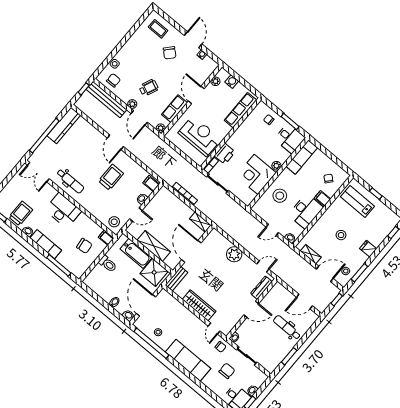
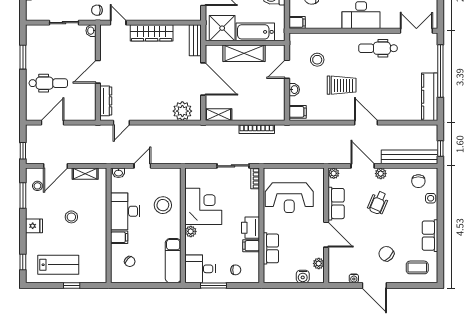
row of seats: (134, 42) -> (430, 236), added
row of seats: (240, 110) -> (271, 248), width x0.68
filing cabinet: (247, 126) -> (251, 246), added
printer: (225, 154) -> (250, 228), moved
trolley: (111, 177) -> (342, 85), turned -90
lab bench: (357, 202) -> (58, 265), moved
stool: (114, 222) -> (317, 60), moved
plant: (234, 254) -> (182, 111), moved

